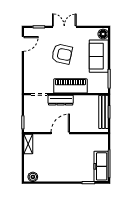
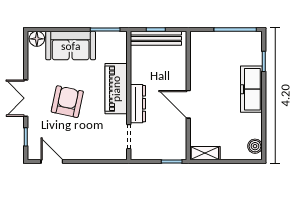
freezer: (101, 166) -> (251, 89), moved, turned 90

